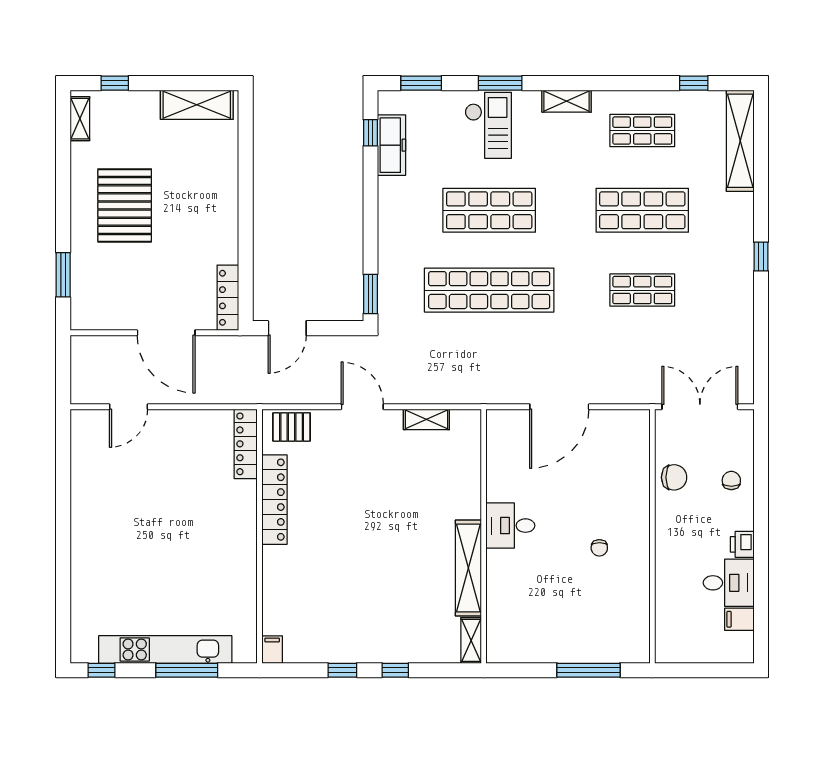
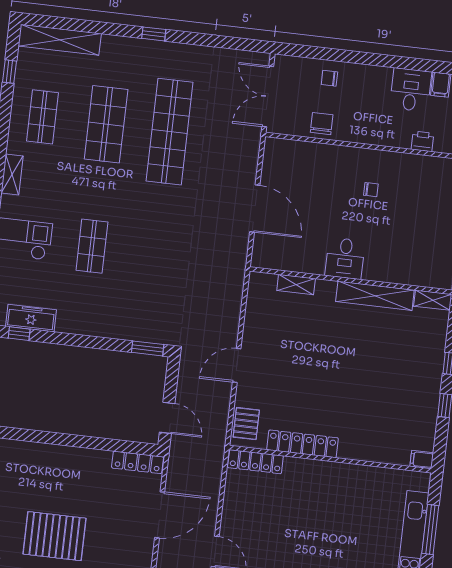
shop shelf: (489, 210) -> (92, 246), width x0.70, depth x0.74
shop shelf: (489, 290) -> (155, 254), removed
shop shelf: (642, 290) -> (170, 132), width x2.00, depth x1.36
shelving: (426, 419) -> (296, 284), moved, turned 90
printer: (742, 544) -> (422, 141), moved, turned 180

